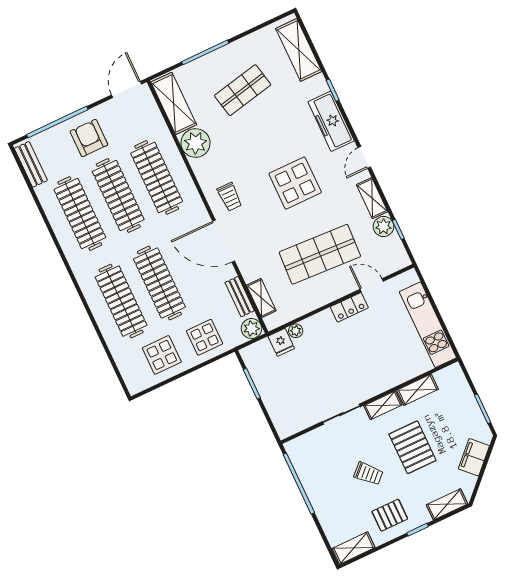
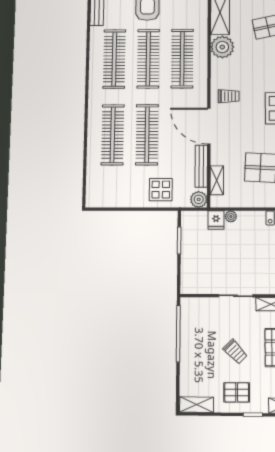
trolley: (230, 197) -> (229, 96), turned -90
bench: (240, 297) -> (201, 166), width x1.36
display table: (162, 355) -> (123, 188), removed

